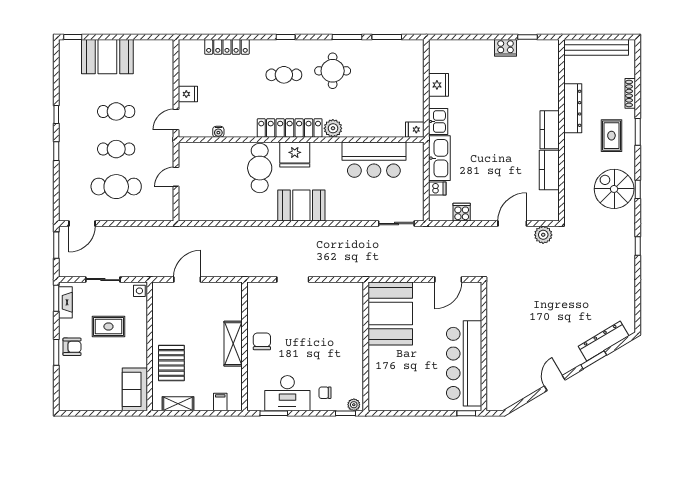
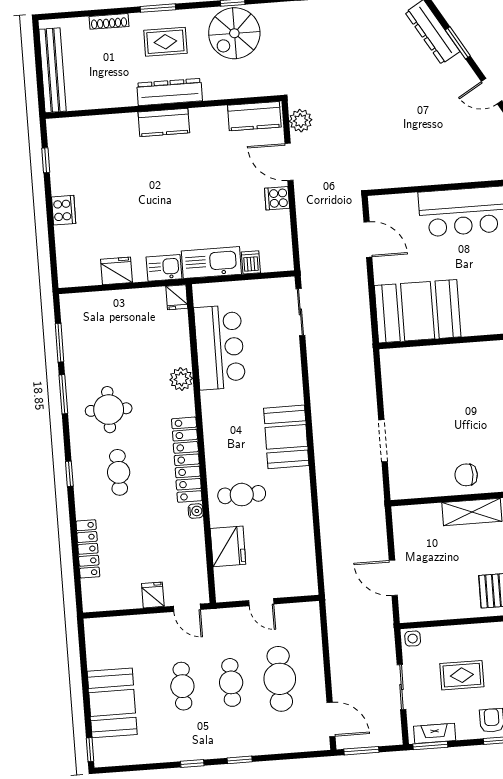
cooker: (506, 48) -> (64, 210), moved
dresser: (573, 108) -> (170, 92), moved
plant: (333, 128) -> (181, 379), moved
water cooler: (218, 132) -> (196, 511), moved
fridge: (295, 154) -> (228, 546), moved
cafe table: (260, 168) -> (242, 495), width x0.73, depth x0.74
kitchen counter: (549, 170) -> (254, 116), moved
cooker: (462, 212) -> (277, 198), moved
rug: (108, 327) -> (462, 675), turned 90

